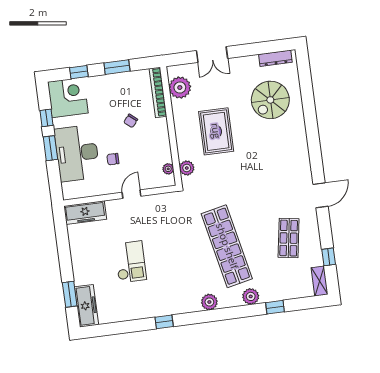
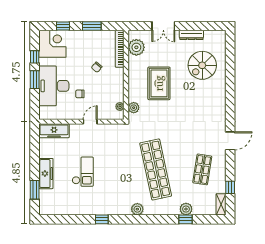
dresser: (275, 58) -> (191, 35), moved
plant: (251, 296) -> (186, 209), moved
freezer: (86, 306) -> (46, 174), moved

